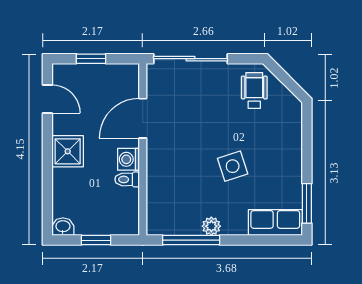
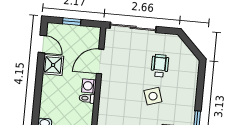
wheelchair: (254, 90) -> (160, 66), moved
shower: (68, 151) -> (53, 65), moved

